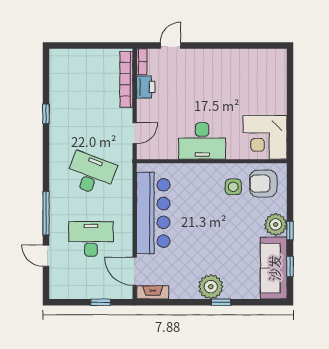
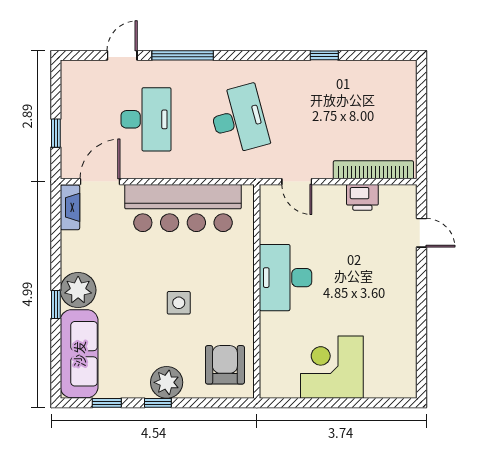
bookcase: (142, 62) -> (398, 192), removed
corner desk: (265, 137) -> (332, 367), moved
desk: (91, 174) -> (239, 119), turned -36
side table: (233, 187) -> (179, 303), moved
sofa: (274, 268) -> (79, 354), moved, turned 90

